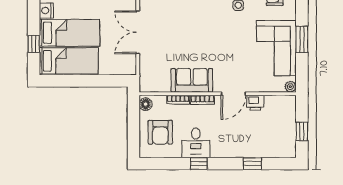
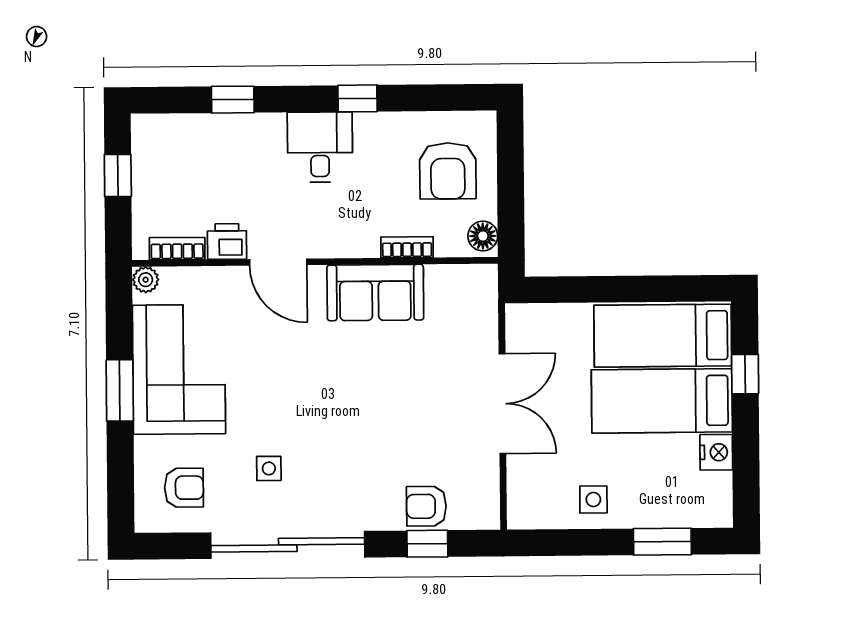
door: (233, 94) -> (278, 262), swing flipped
bookcase: (202, 100) -> (177, 249), moved
armchair: (160, 132) -> (448, 171), turned 180
desk: (196, 143) -> (320, 147), moved

